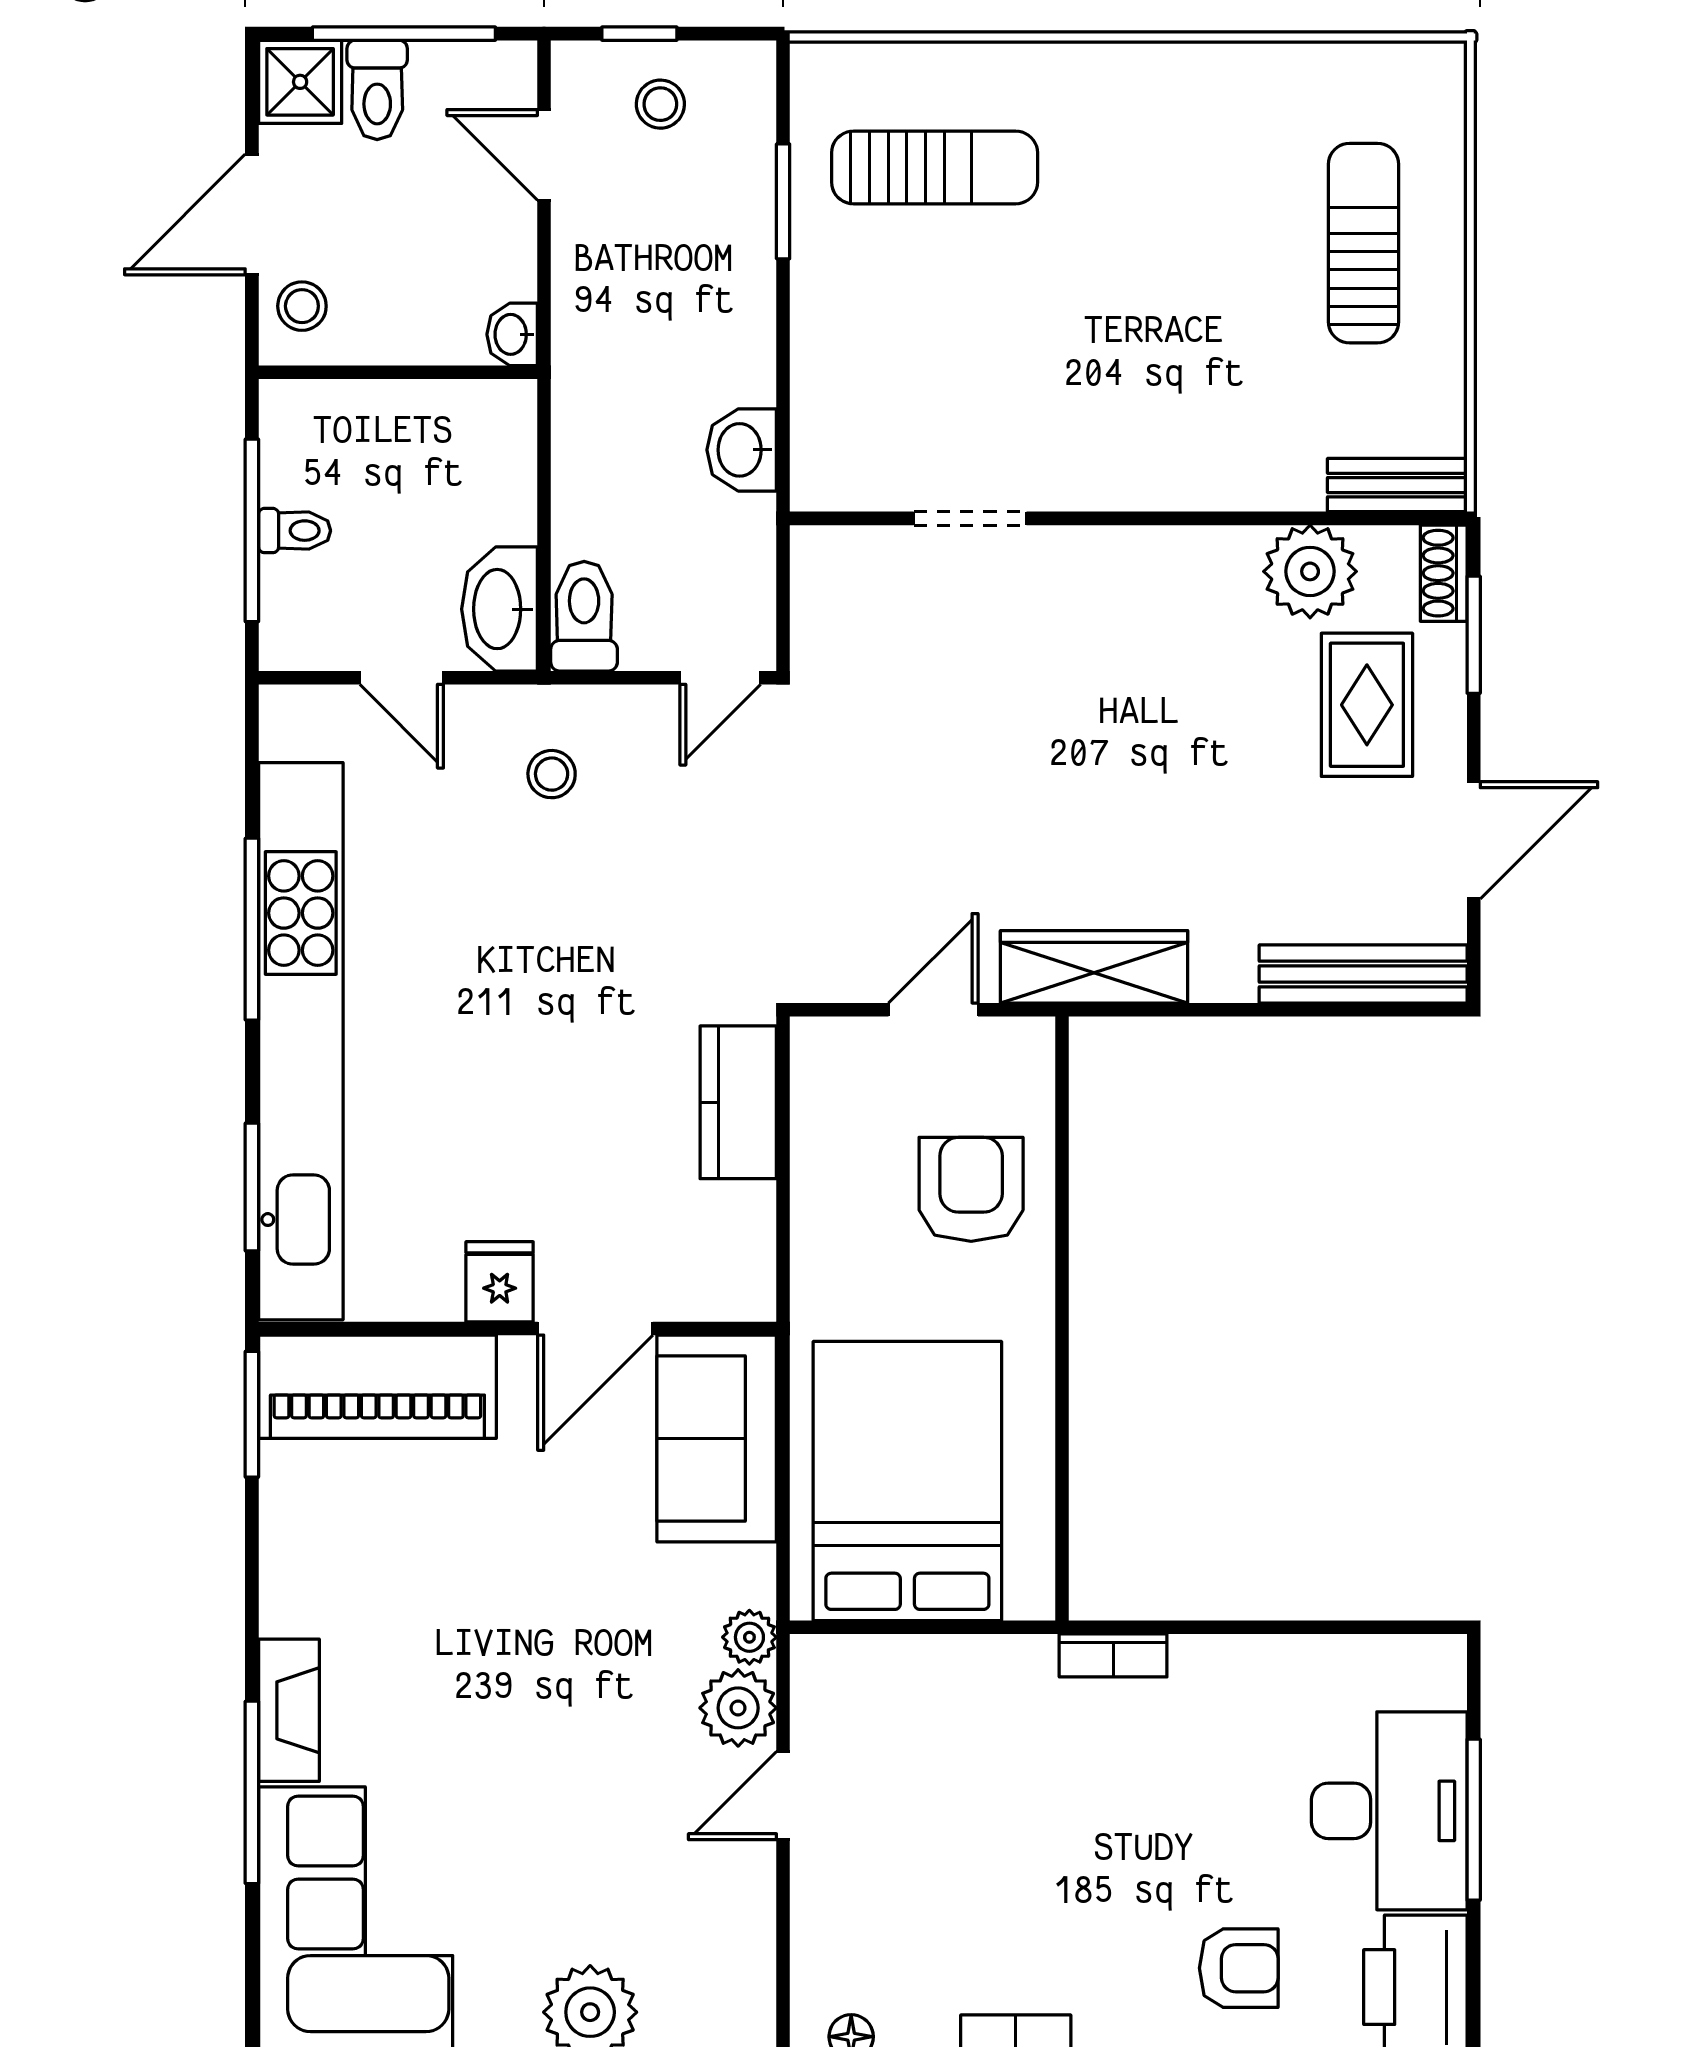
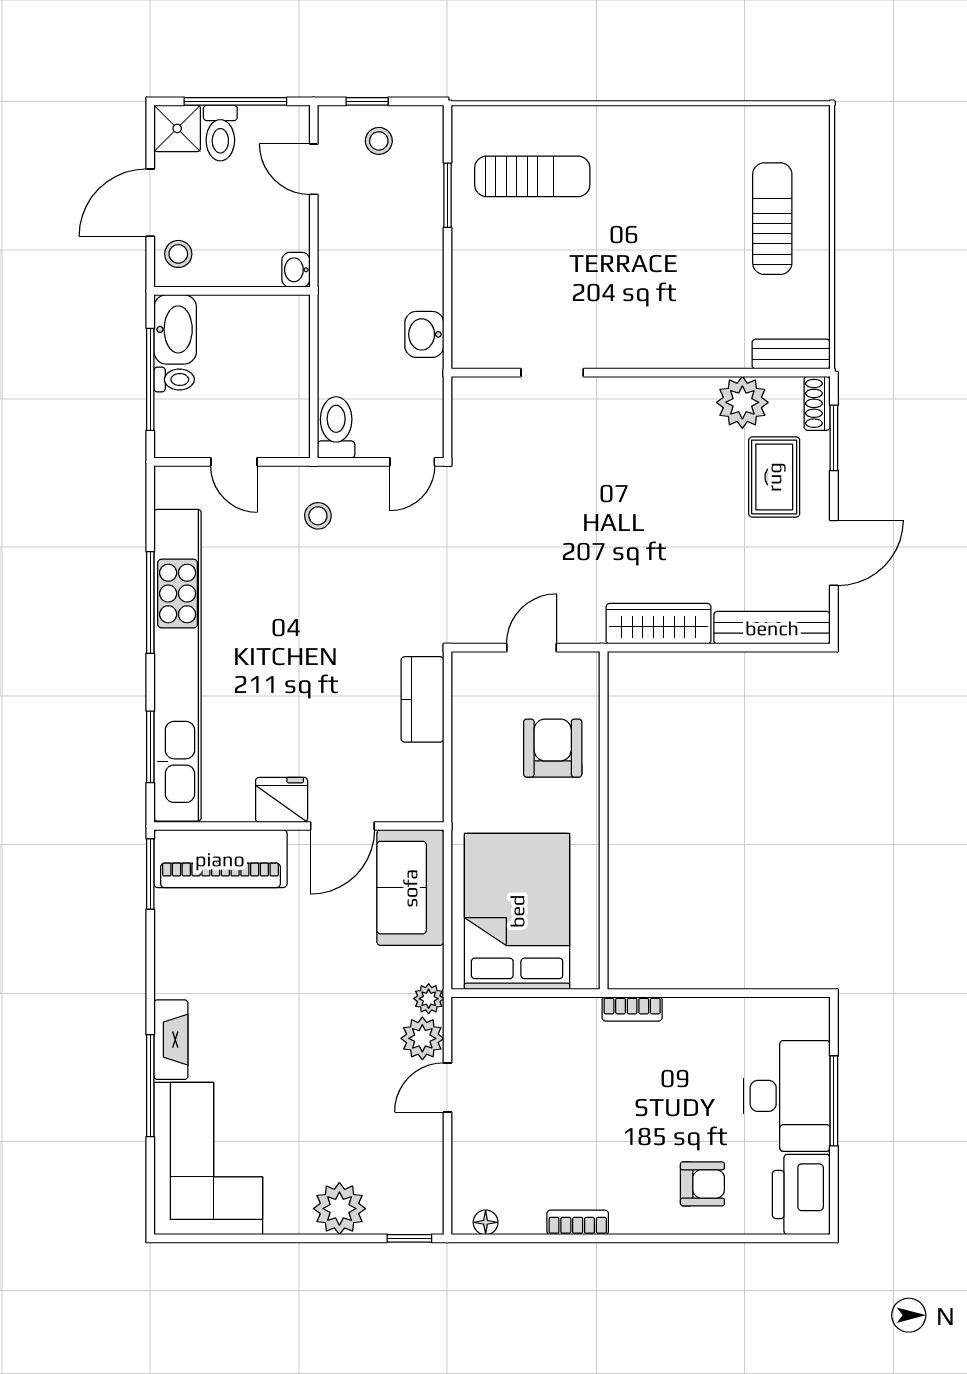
washbasin: (499, 609) -> (175, 329), moved, turned 180
wardrobe: (1094, 967) -> (658, 624), moved
fridge: (500, 1282) -> (282, 800), width x1.38

